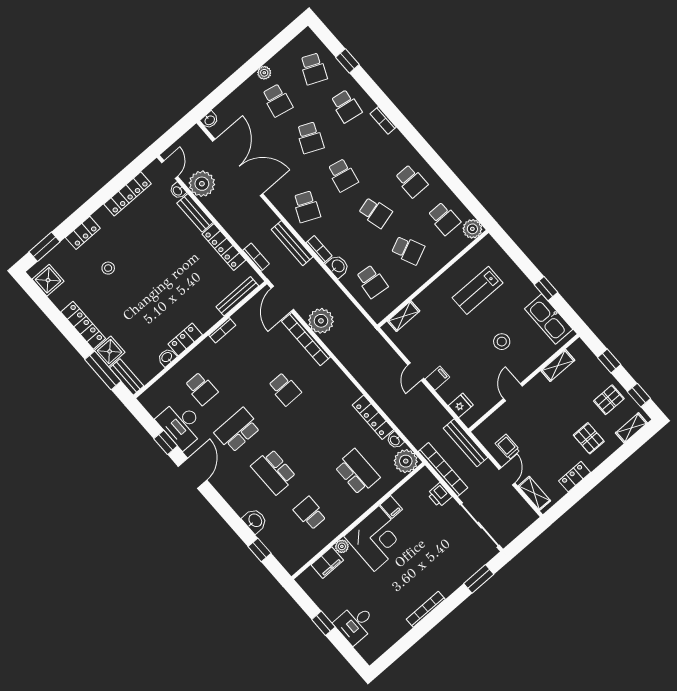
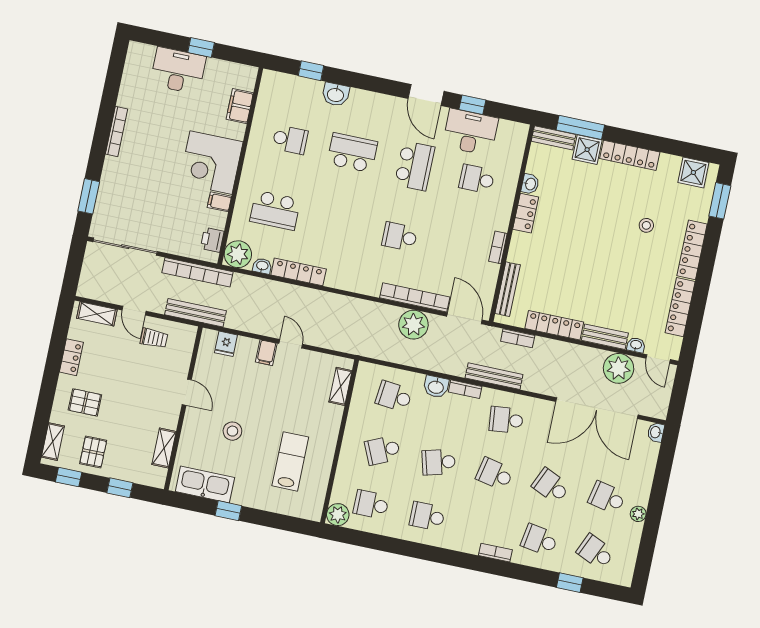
school desk: (307, 207) -> (506, 420), turned -30
locker: (83, 233) -> (692, 250), width x1.53
printer: (439, 495) -> (212, 240), moved, turned -90
plant: (342, 546) -> (237, 131), removed
desk: (355, 624) -> (178, 71), width x1.37

